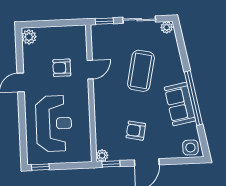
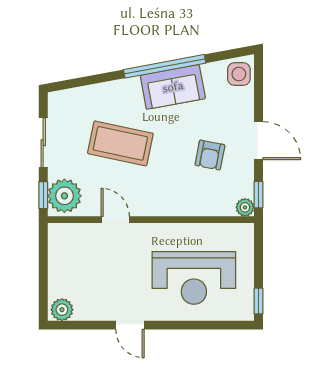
plant: (167, 27) -> (64, 196), moved, width x1.88, depth x1.88
armchair: (62, 68) -> (110, 262), removed
reception desk: (54, 124) -> (194, 278), turned 180

